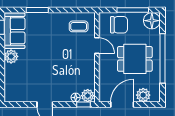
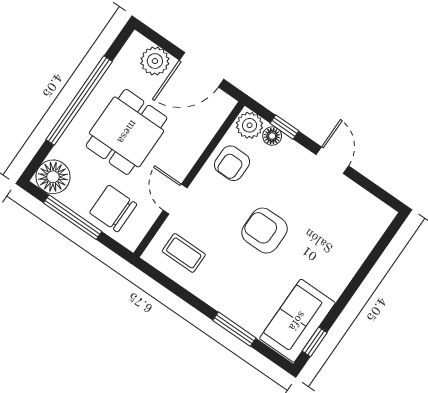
plant: (11, 56) -> (333, 281), removed
armchair: (53, 58) -> (265, 231), added
dining table: (135, 59) -> (127, 132), turned 90
armchair: (84, 76) -> (232, 163), added
window: (84, 104) -> (284, 127), moved

